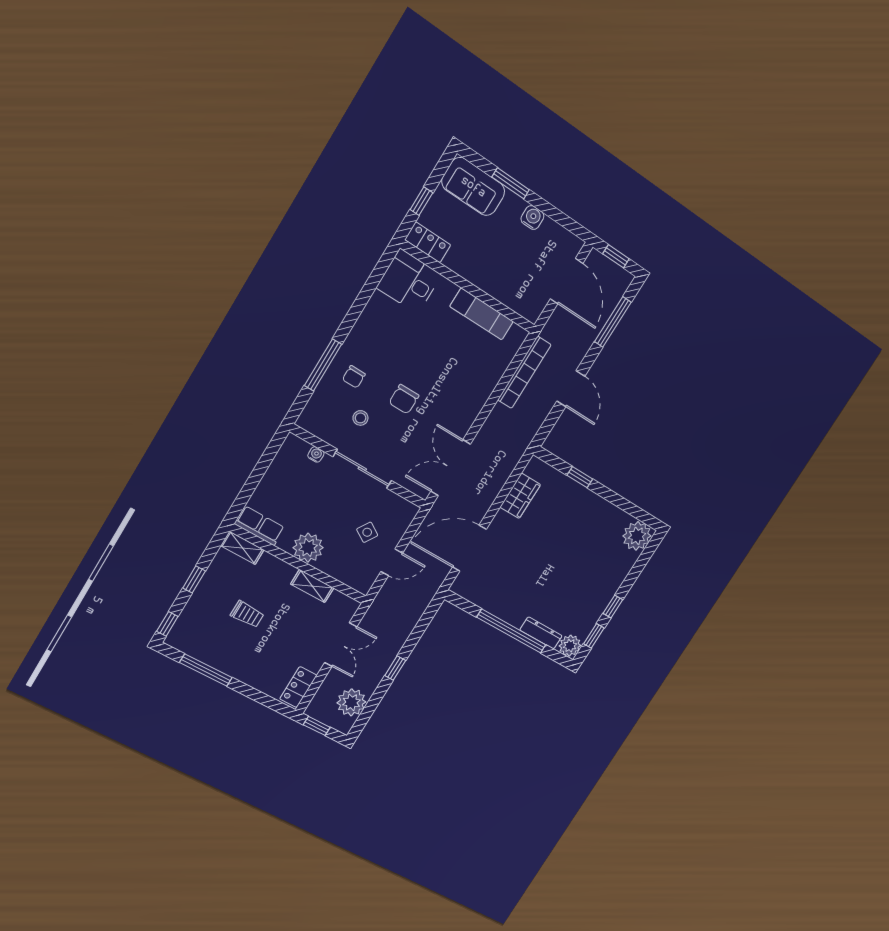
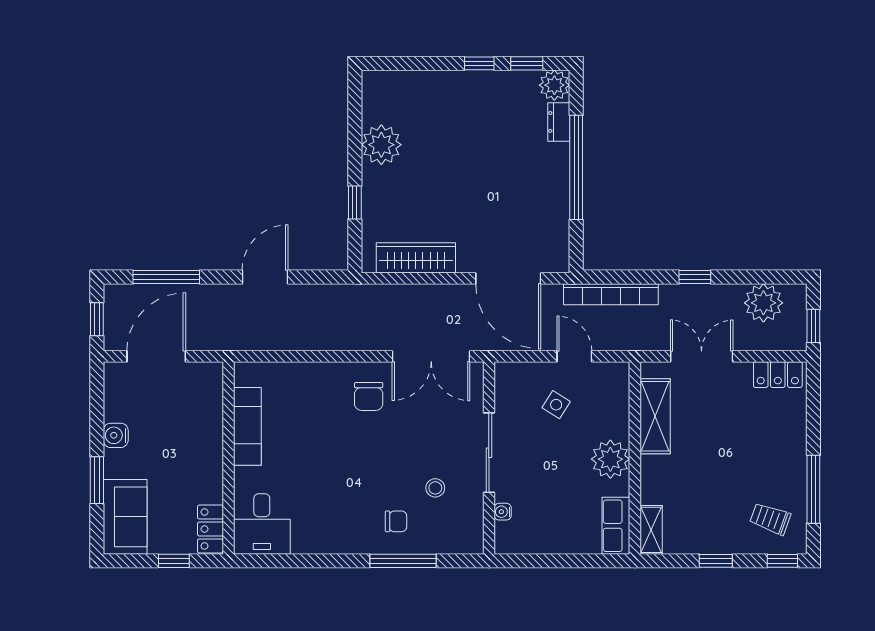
bookcase: (524, 372) -> (611, 294), moved, turned 180
chair: (404, 399) -> (369, 396), moved, turned 90
wardrobe: (520, 496) -> (416, 258), width x1.50
plant: (637, 536) -> (381, 145), moved
shelving: (312, 586) -> (655, 416), width x1.50, depth x1.33
trolley: (247, 614) -> (770, 519), moved, turned -70
dresser: (541, 633) -> (559, 122), width x0.70

